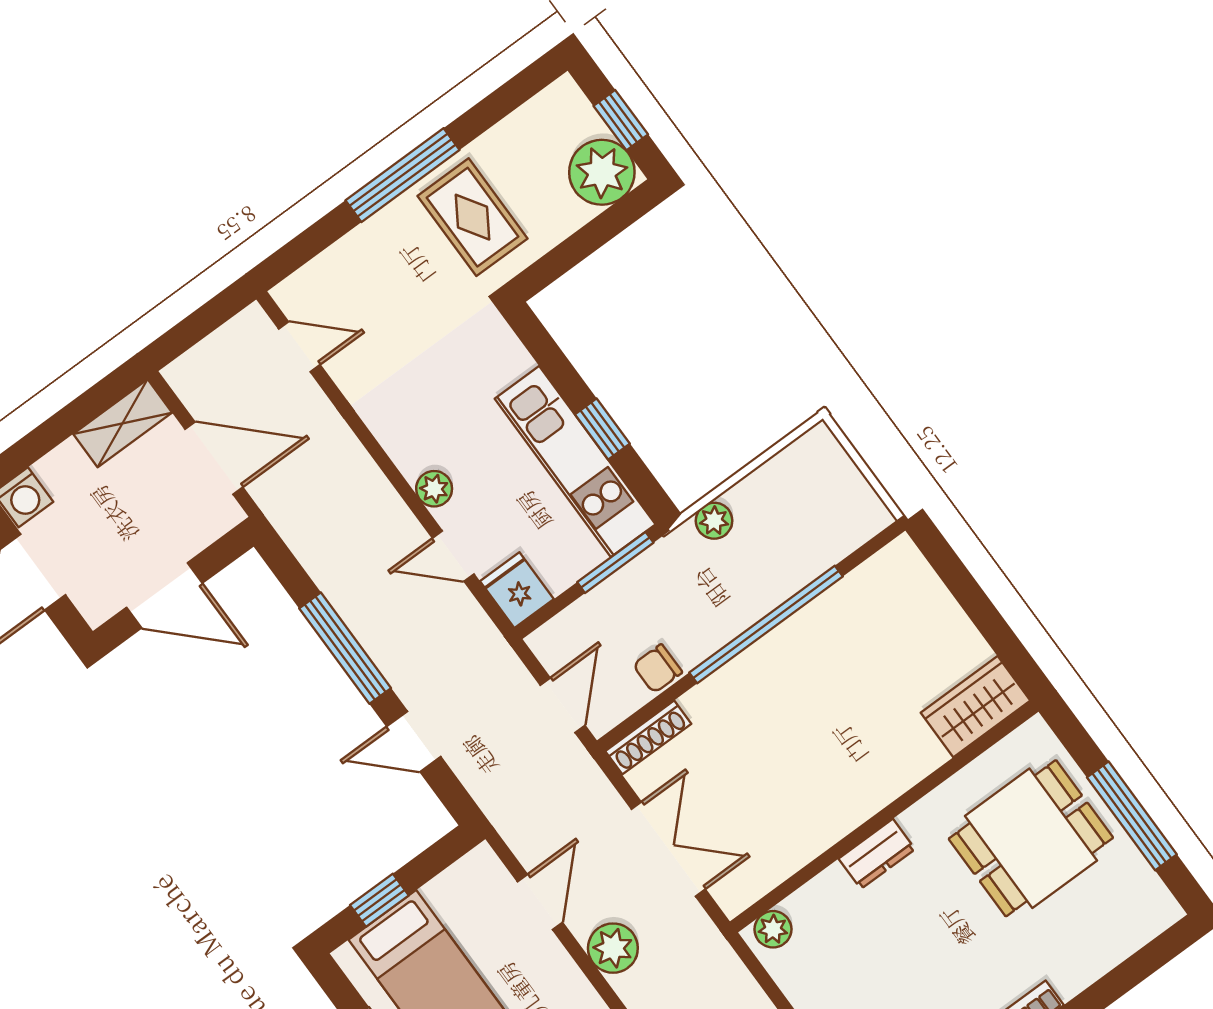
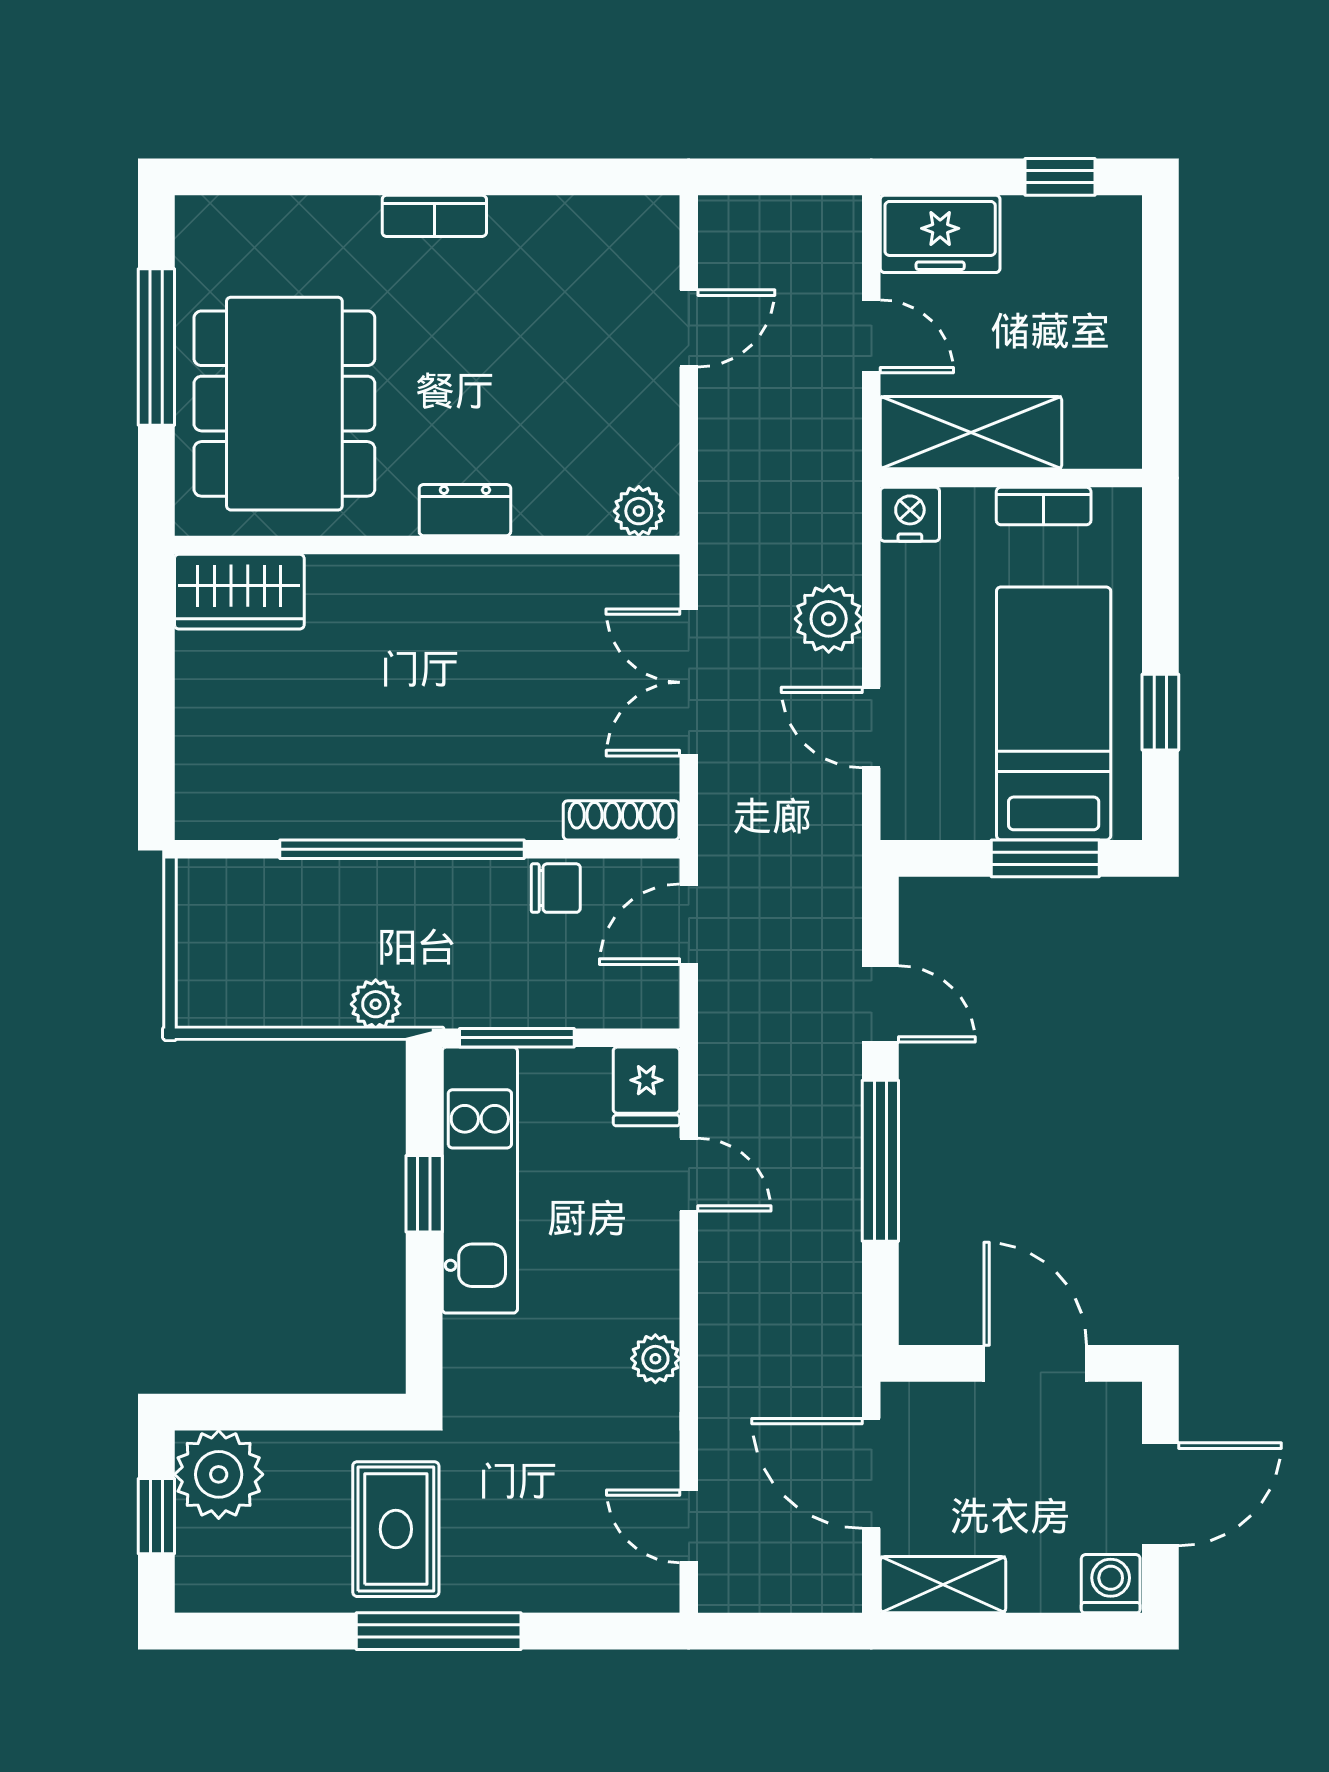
plant: (434, 489) -> (655, 1359), moved
dining table: (1031, 838) -> (284, 404), width x1.38
window: (379, 900) -> (1045, 858), width x1.50
door: (540, 902) -> (871, 728), hinge flipped

